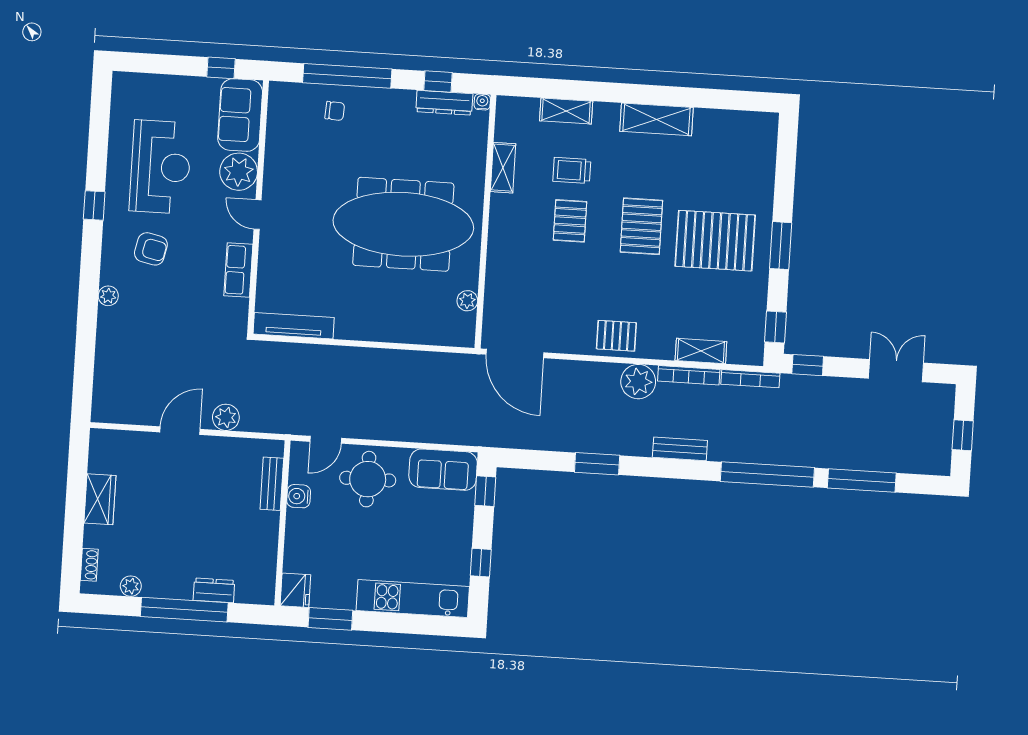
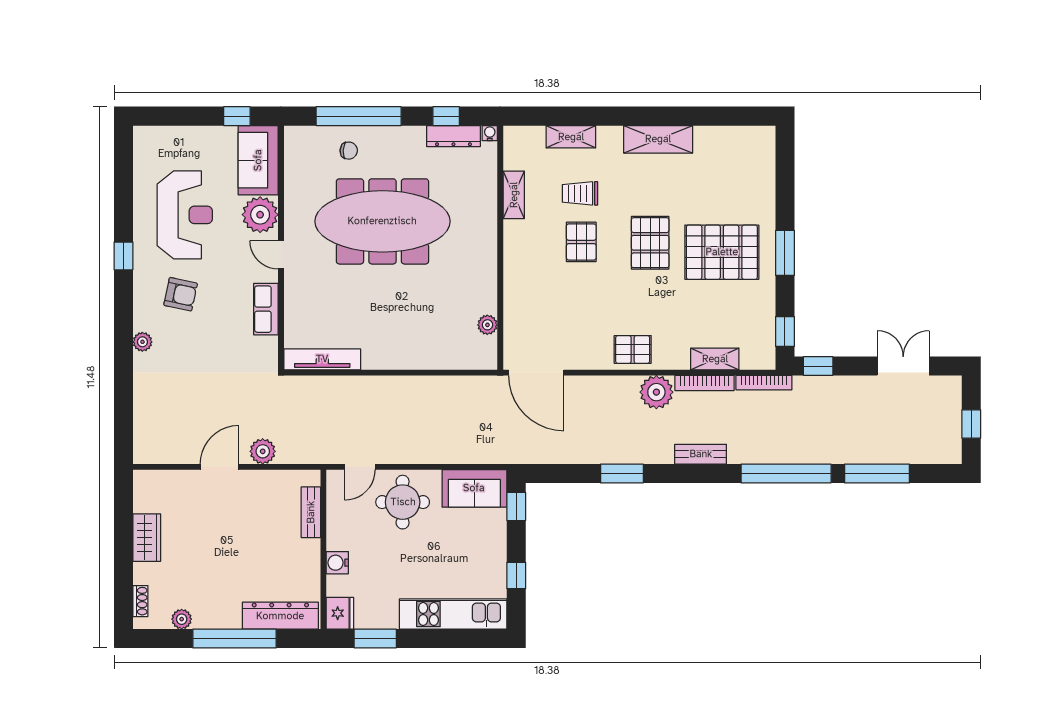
meeting table: (403, 224) -> (382, 221), moved
water cooler: (299, 496) -> (337, 563), moved
dresser: (214, 590) -> (280, 616), width x1.96, depth x1.24

